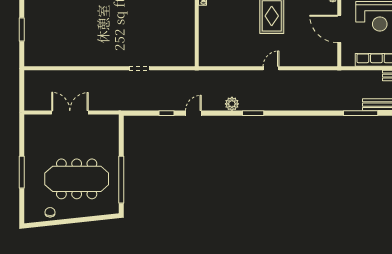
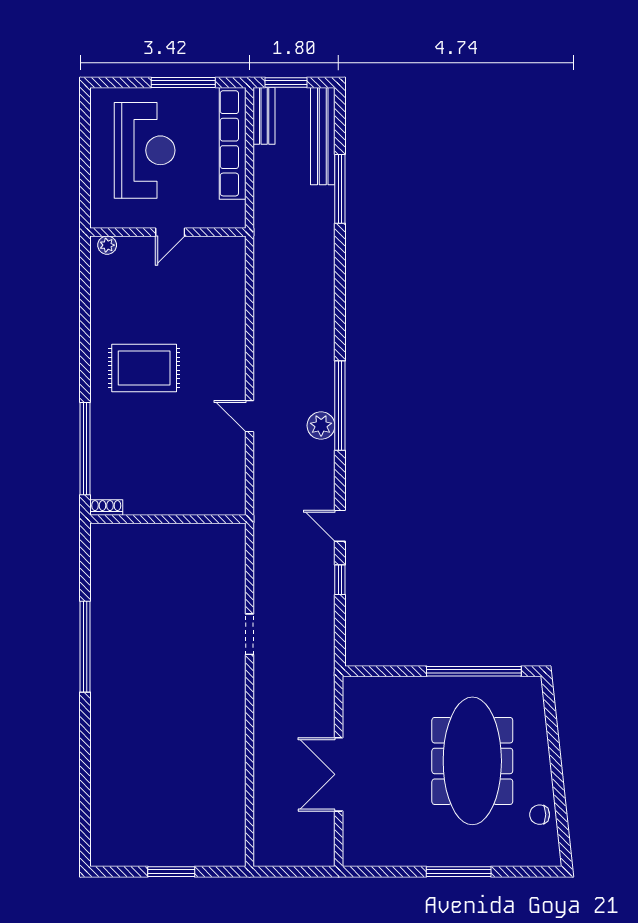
door: (339, 29) -> (170, 232), width x0.53
door: (271, 68) -> (250, 416), moved
plant: (232, 104) -> (321, 426), moved
window: (253, 113) -> (340, 406), width x2.11

